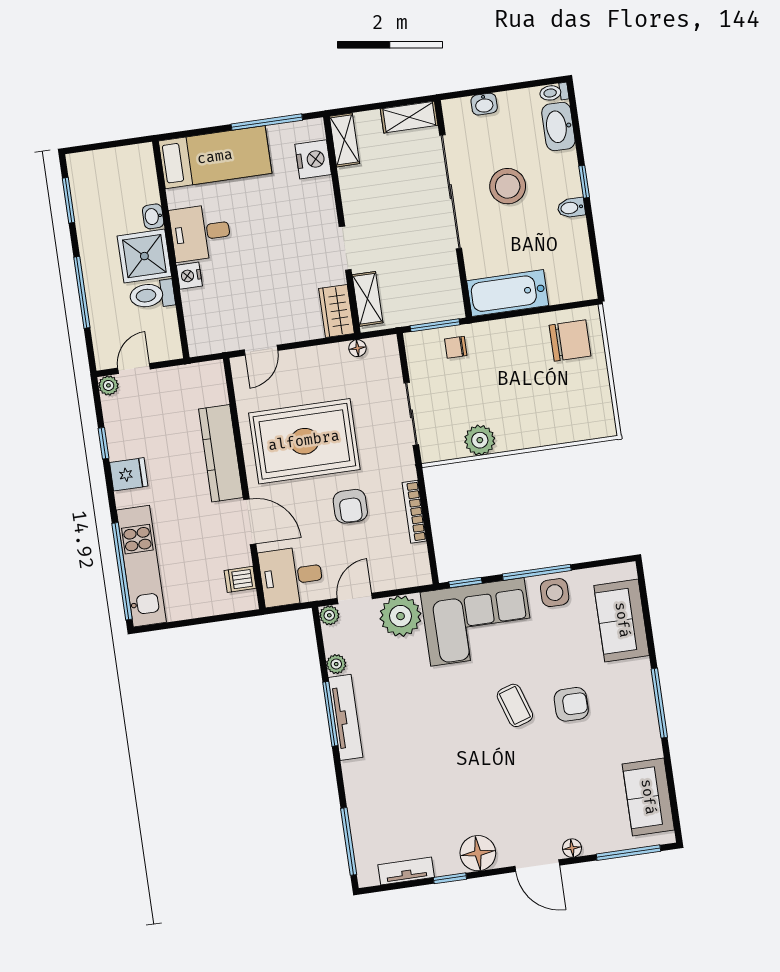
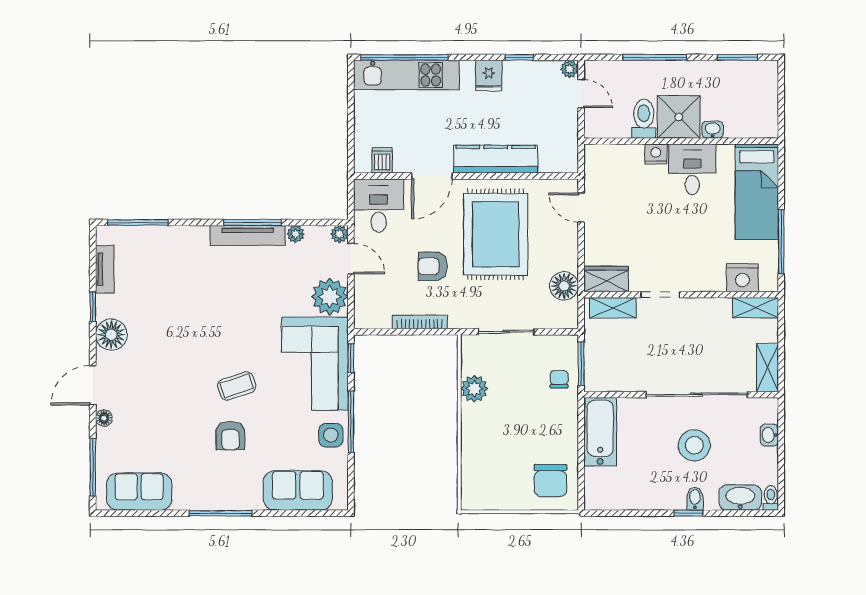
bidet: (571, 208) -> (695, 499), moved
floor lamp: (357, 348) -> (564, 286), width x1.89, depth x1.89

